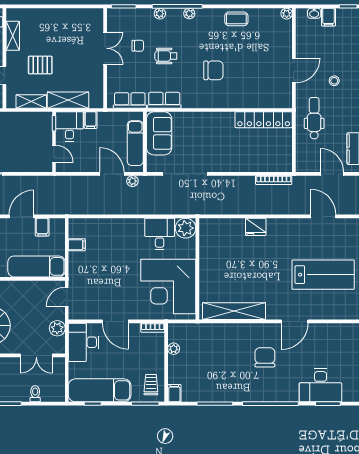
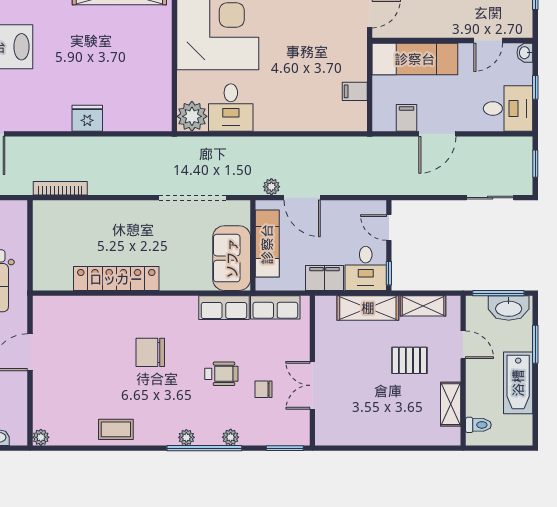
filing cabinet: (91, 120) -> (325, 278), width x2.00
locker: (264, 120) -> (116, 279), moved

